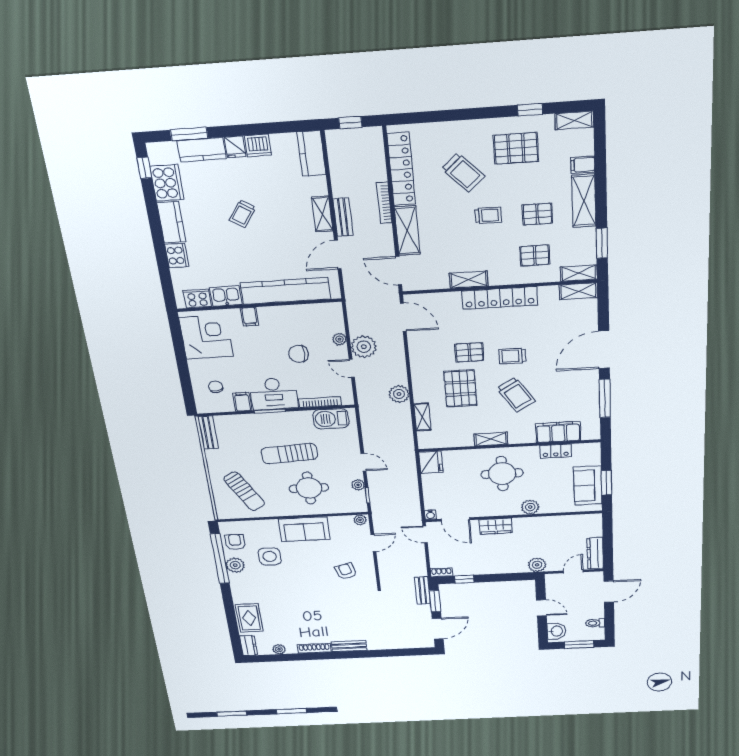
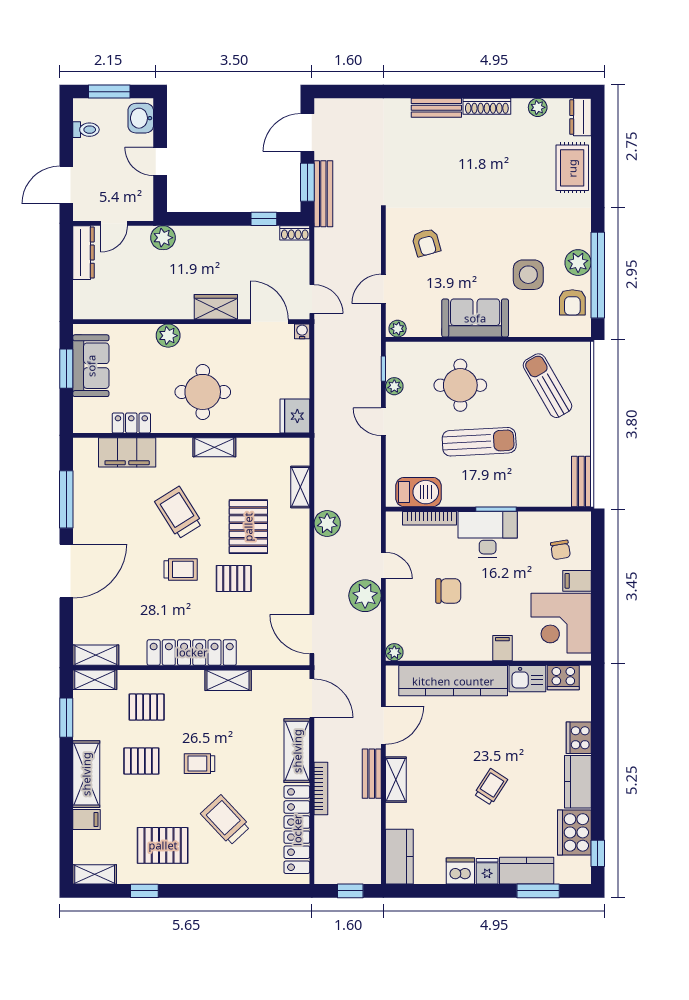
plant: (339, 339) -> (394, 652), moved
filing cabinet: (242, 402) -> (577, 581), moved, turned 90
bench: (422, 590) -> (323, 194), width x1.36

